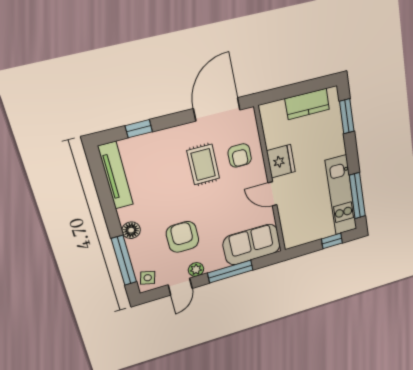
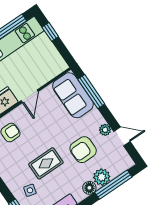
rug: (203, 165) -> (46, 163), moved
plant: (139, 249) -> (102, 177), added
window: (230, 272) -> (91, 92), moved
side table: (148, 278) -> (30, 190), moved

